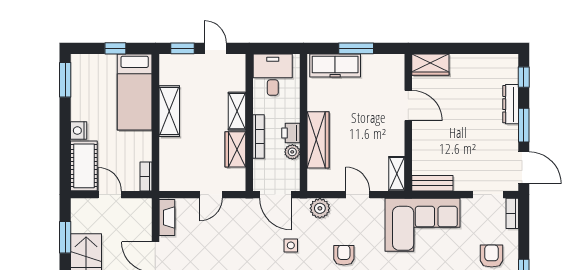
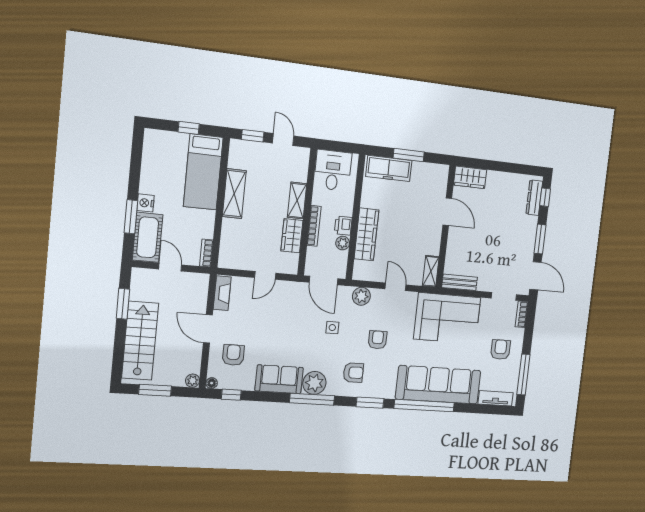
window: (65, 80) -> (131, 217), moved
dresser: (511, 104) -> (534, 198), moved

